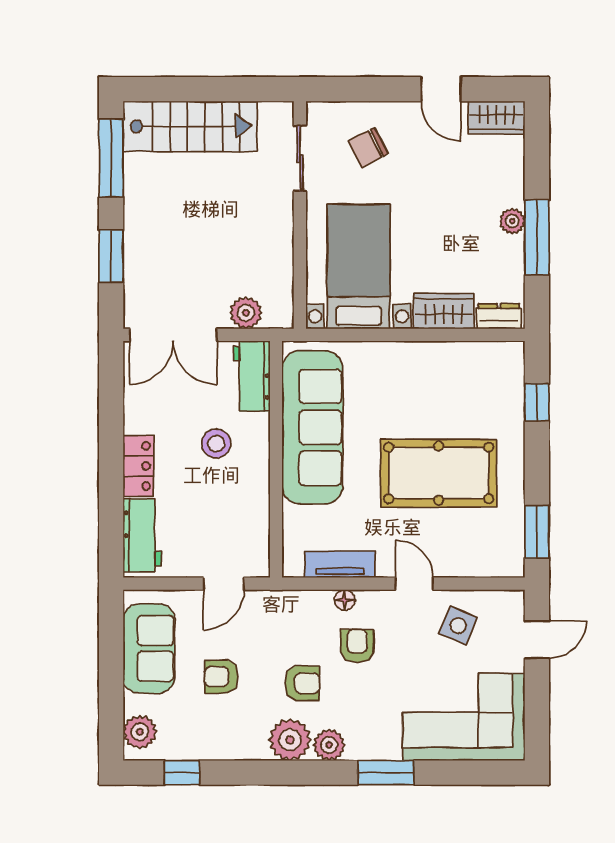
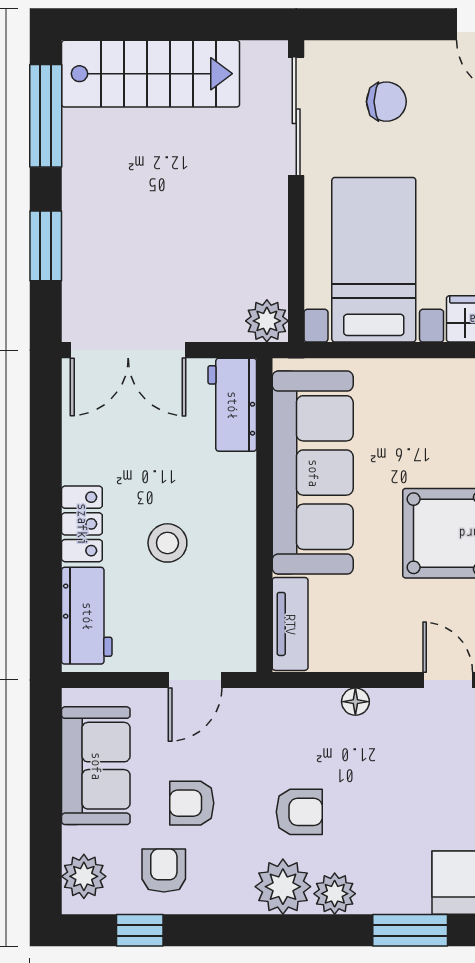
chair: (368, 147) -> (386, 102), turned -153
sliding door: (300, 158) -> (296, 116), width x1.37
plant: (246, 313) -> (267, 321), moved
stool: (216, 444) -> (167, 543), moved
tv unit: (340, 564) -> (290, 624), moved, turned 90
armchair: (357, 646) -> (164, 870), moved

